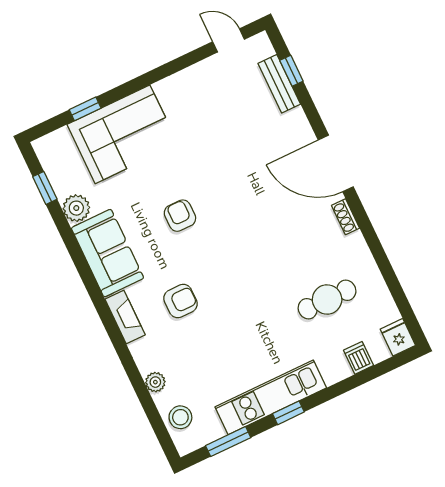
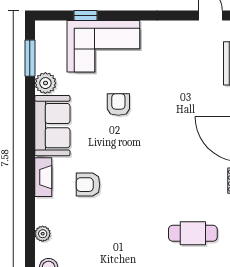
window: (45, 188) -> (30, 58), width x1.50
armchair: (180, 216) -> (118, 104), moved
armchair: (180, 301) -> (88, 185), turned 180

